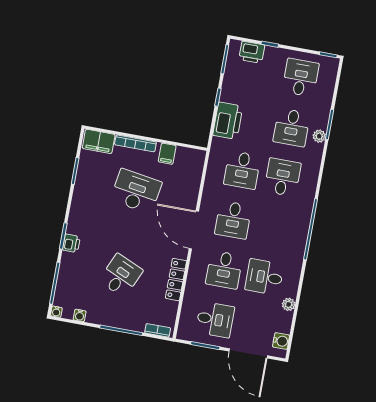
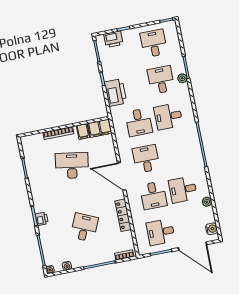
desk: (292, 127) -> (161, 80), turned 180
filing cabinet: (99, 141) -> (100, 128), moved
desk: (283, 177) -> (168, 116), turned -90
desk: (233, 220) -> (146, 159), turned 180
desk: (215, 320) -> (161, 232), turned 180

